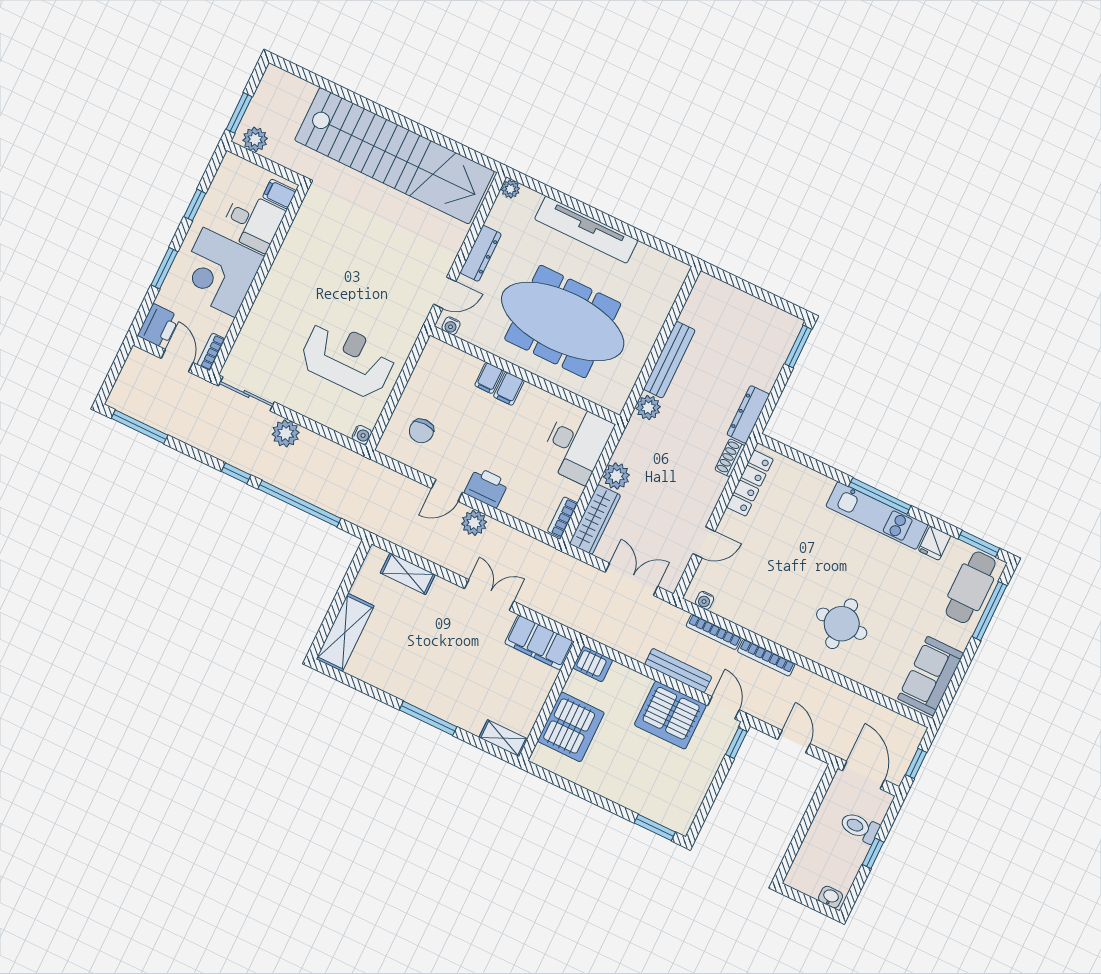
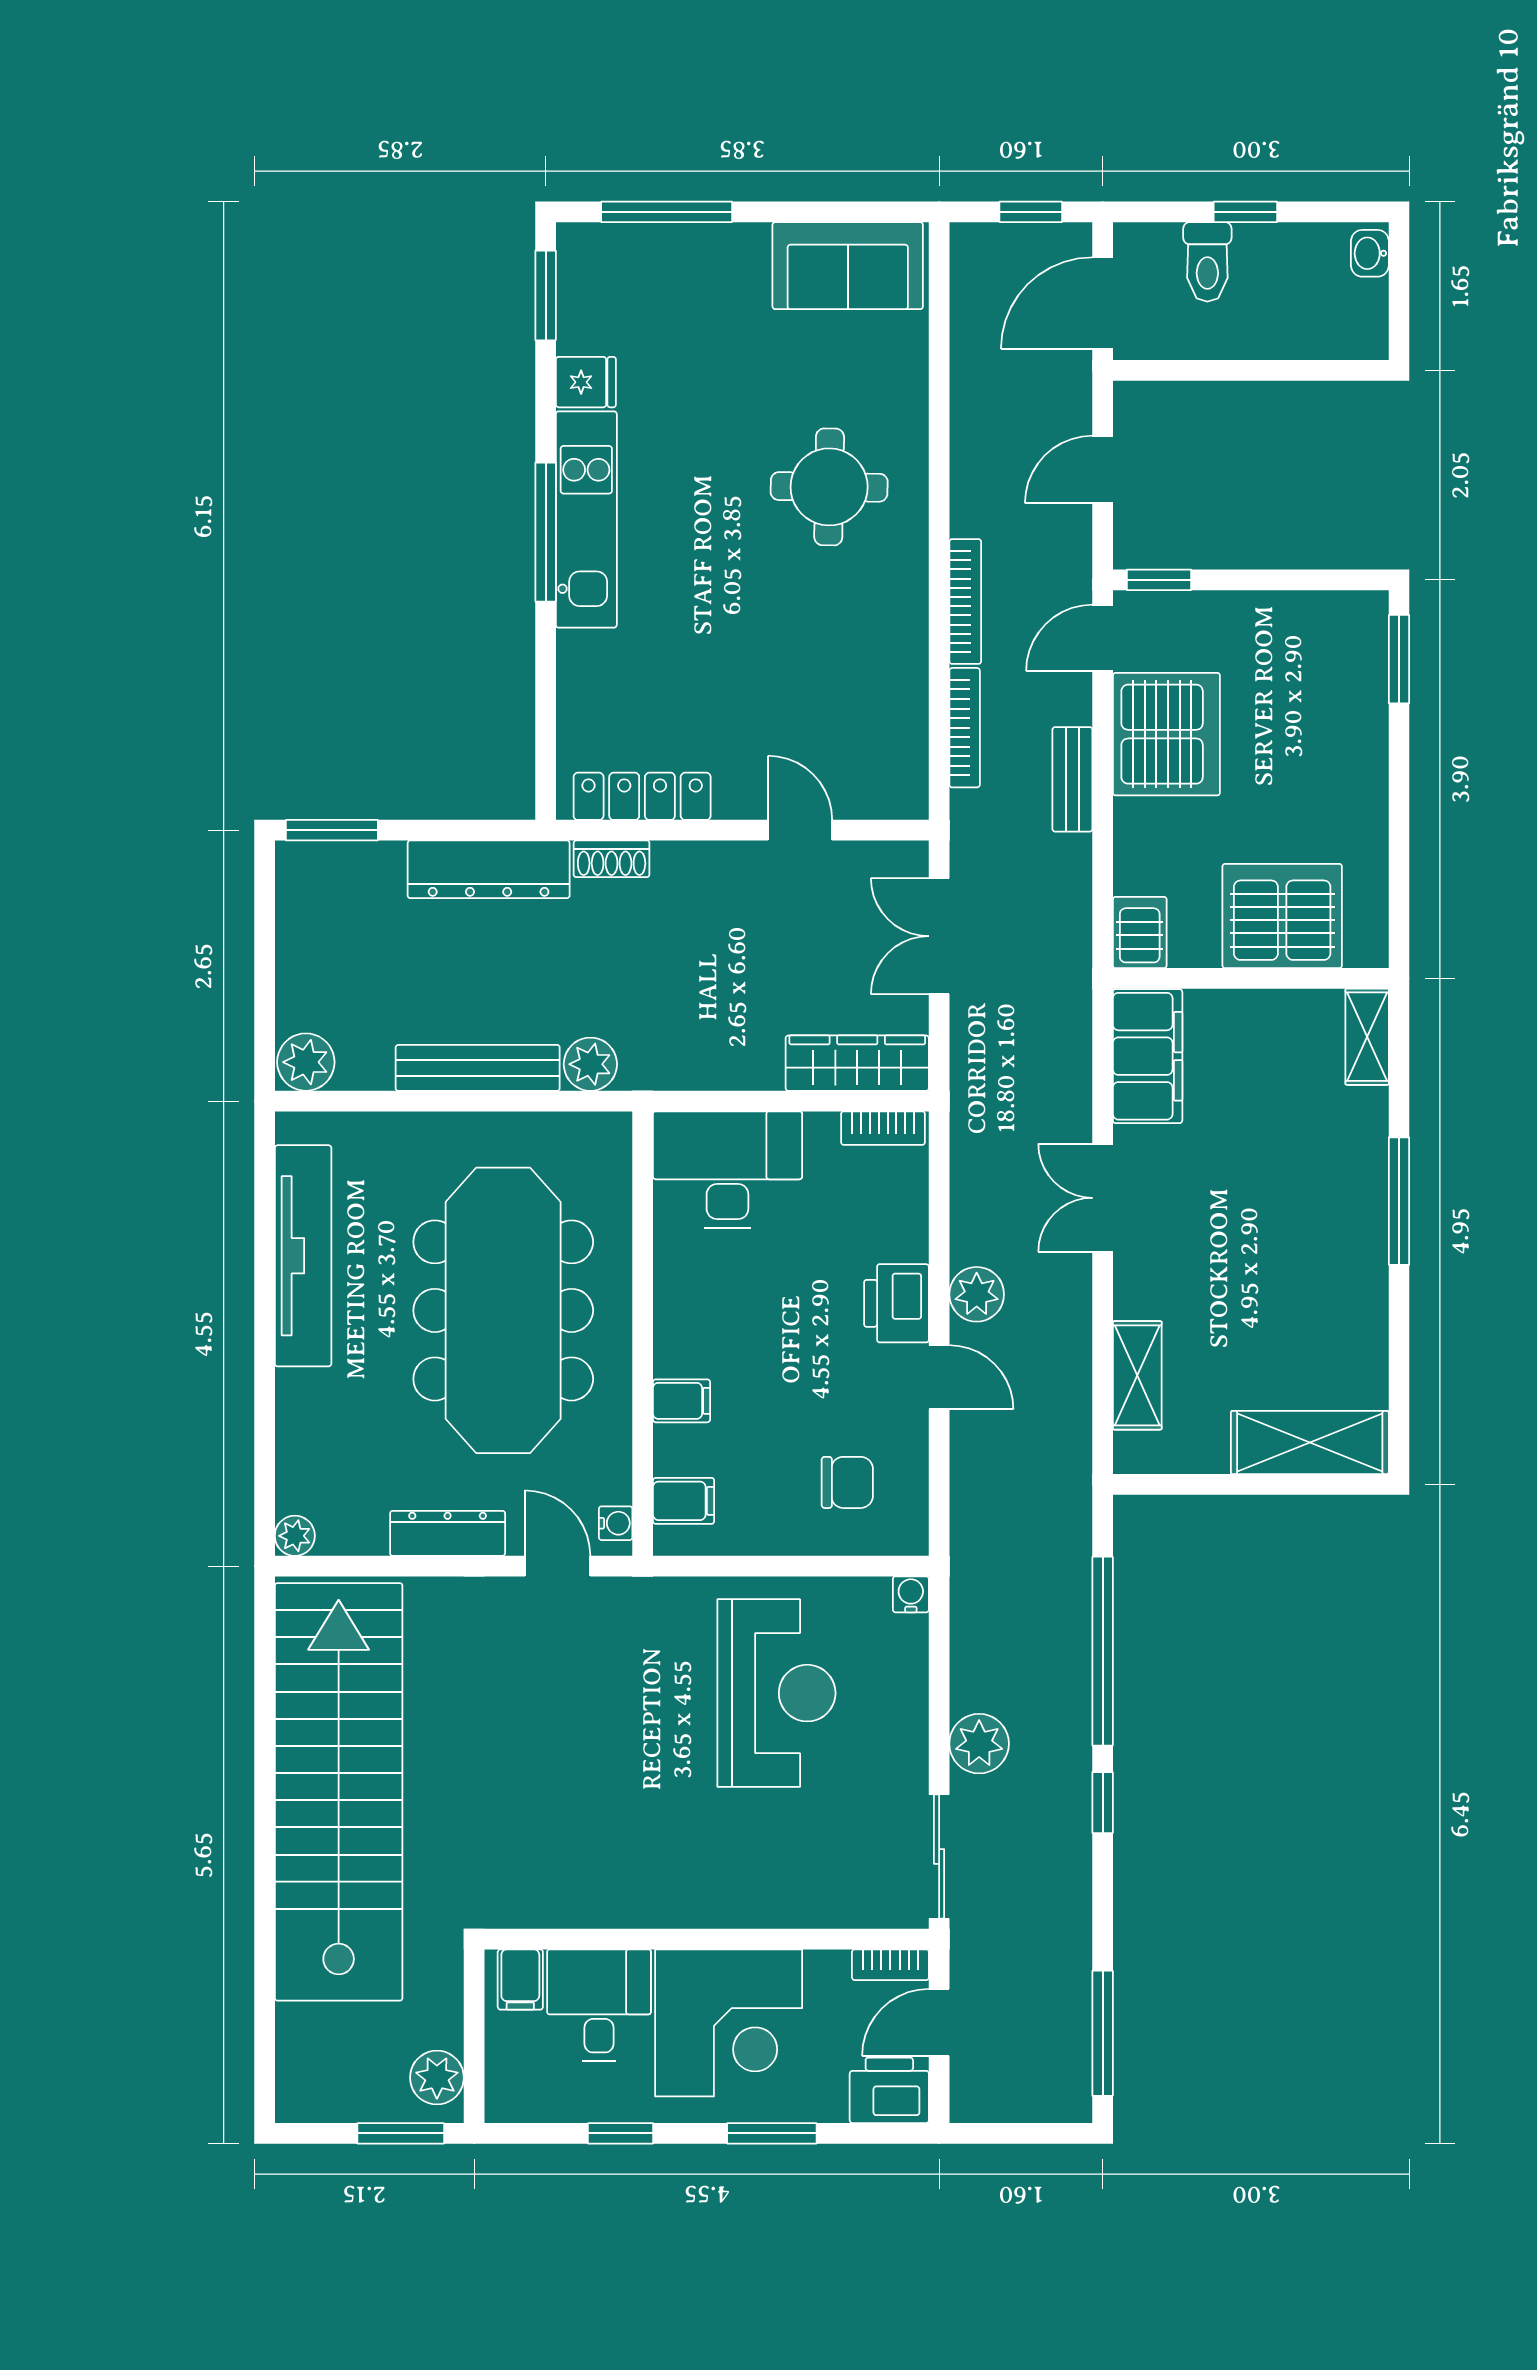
tv unit: (586, 230) -> (303, 1256), moved
reception desk: (348, 359) -> (776, 1693), turned 180
filing cabinet: (509, 389) -> (684, 1501), moved
dresser: (748, 414) -> (489, 869), width x1.37, depth x1.24
plant: (616, 476) -> (306, 1062), moved
cafe table: (971, 587) -> (638, 271), removed
water cooler: (705, 600) -> (912, 775), removed
bench: (678, 670) -> (1072, 779), width x0.73

